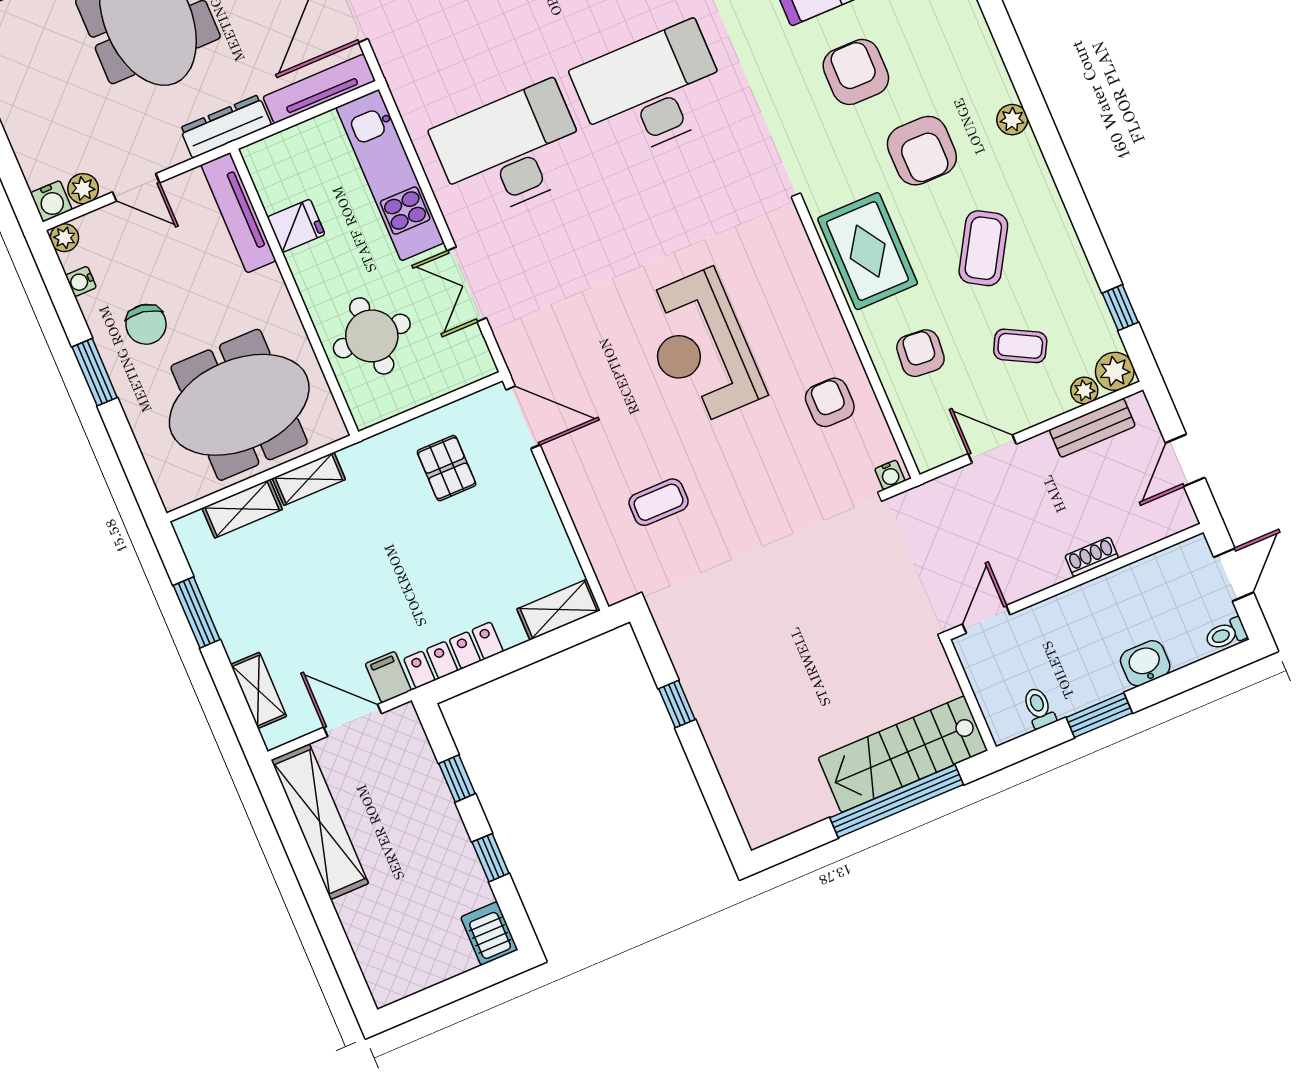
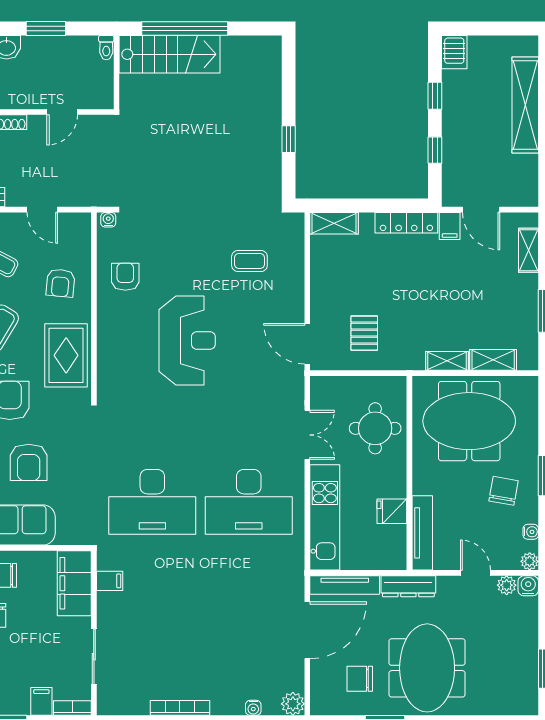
armchair: (830, 402) -> (125, 277), turned 180
door: (986, 619) -> (62, 112), moved
toilet: (1039, 708) -> (106, 48), moved
shelving: (320, 822) -> (525, 105), moved

